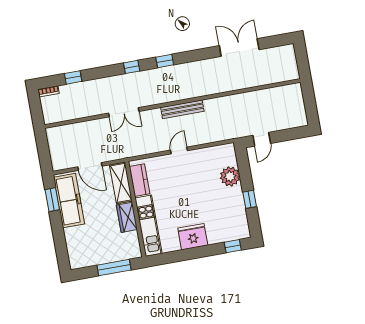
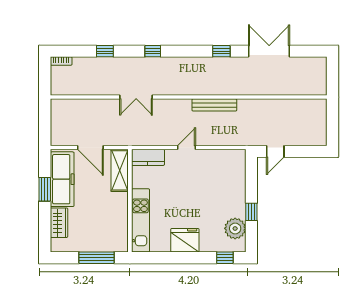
window: (165, 61) -> (221, 51), moved
window: (73, 77) -> (105, 51), moved
bench: (182, 109) -> (214, 105), moved
plant: (230, 176) -> (235, 228), moved
kitchen counter: (140, 180) -> (148, 157), moved, turned 90
window: (52, 200) -> (45, 189), moved
wardrobe: (127, 217) -> (59, 223), moved, turned 180

